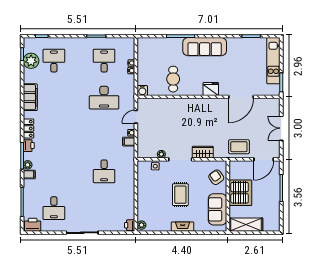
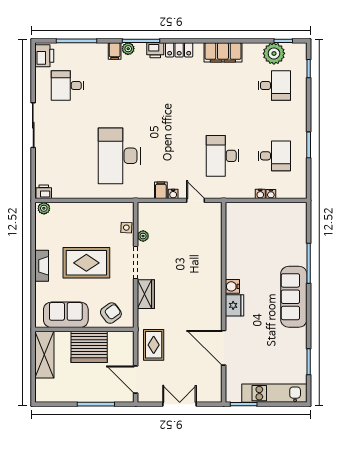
cafe table: (173, 79) -> (248, 253), removed
water cooler: (142, 90) -> (232, 286), moved
desk: (104, 171) -> (119, 156), width x1.87, depth x1.30
rug: (180, 195) -> (86, 263), width x1.36, depth x1.43

